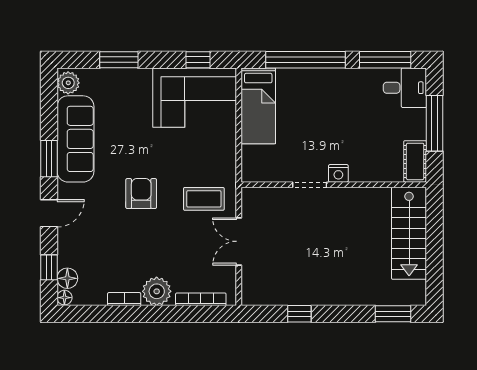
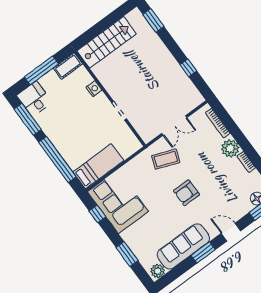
nightstand: (338, 173) -> (94, 89), moved
coffee table: (204, 199) -> (166, 159), turned -69

